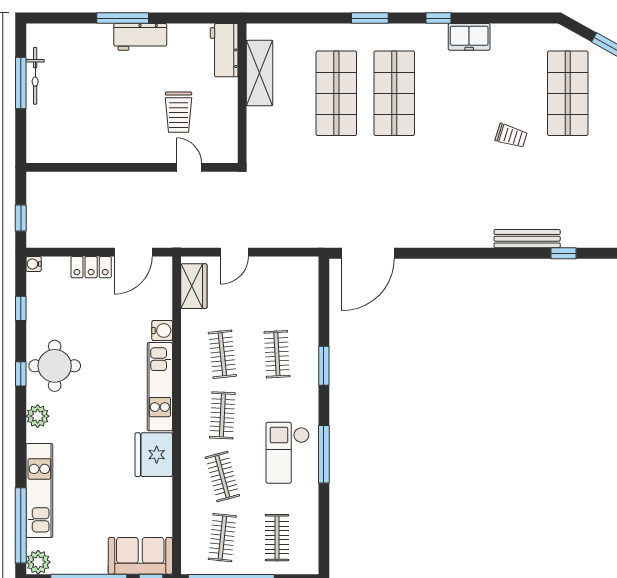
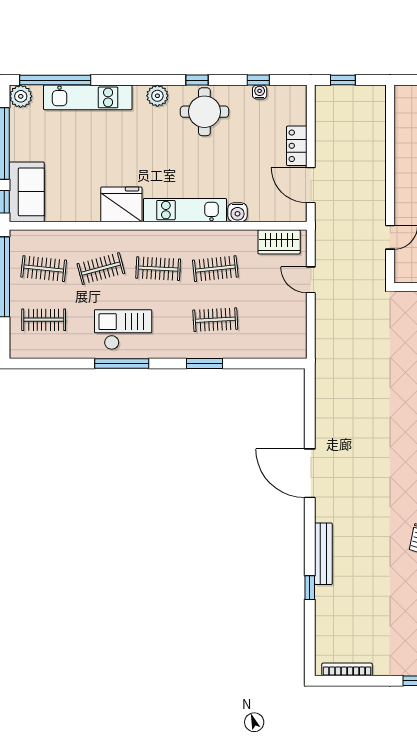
door: (368, 253) -> (310, 473), moved
water cooler: (34, 264) -> (260, 92), moved

